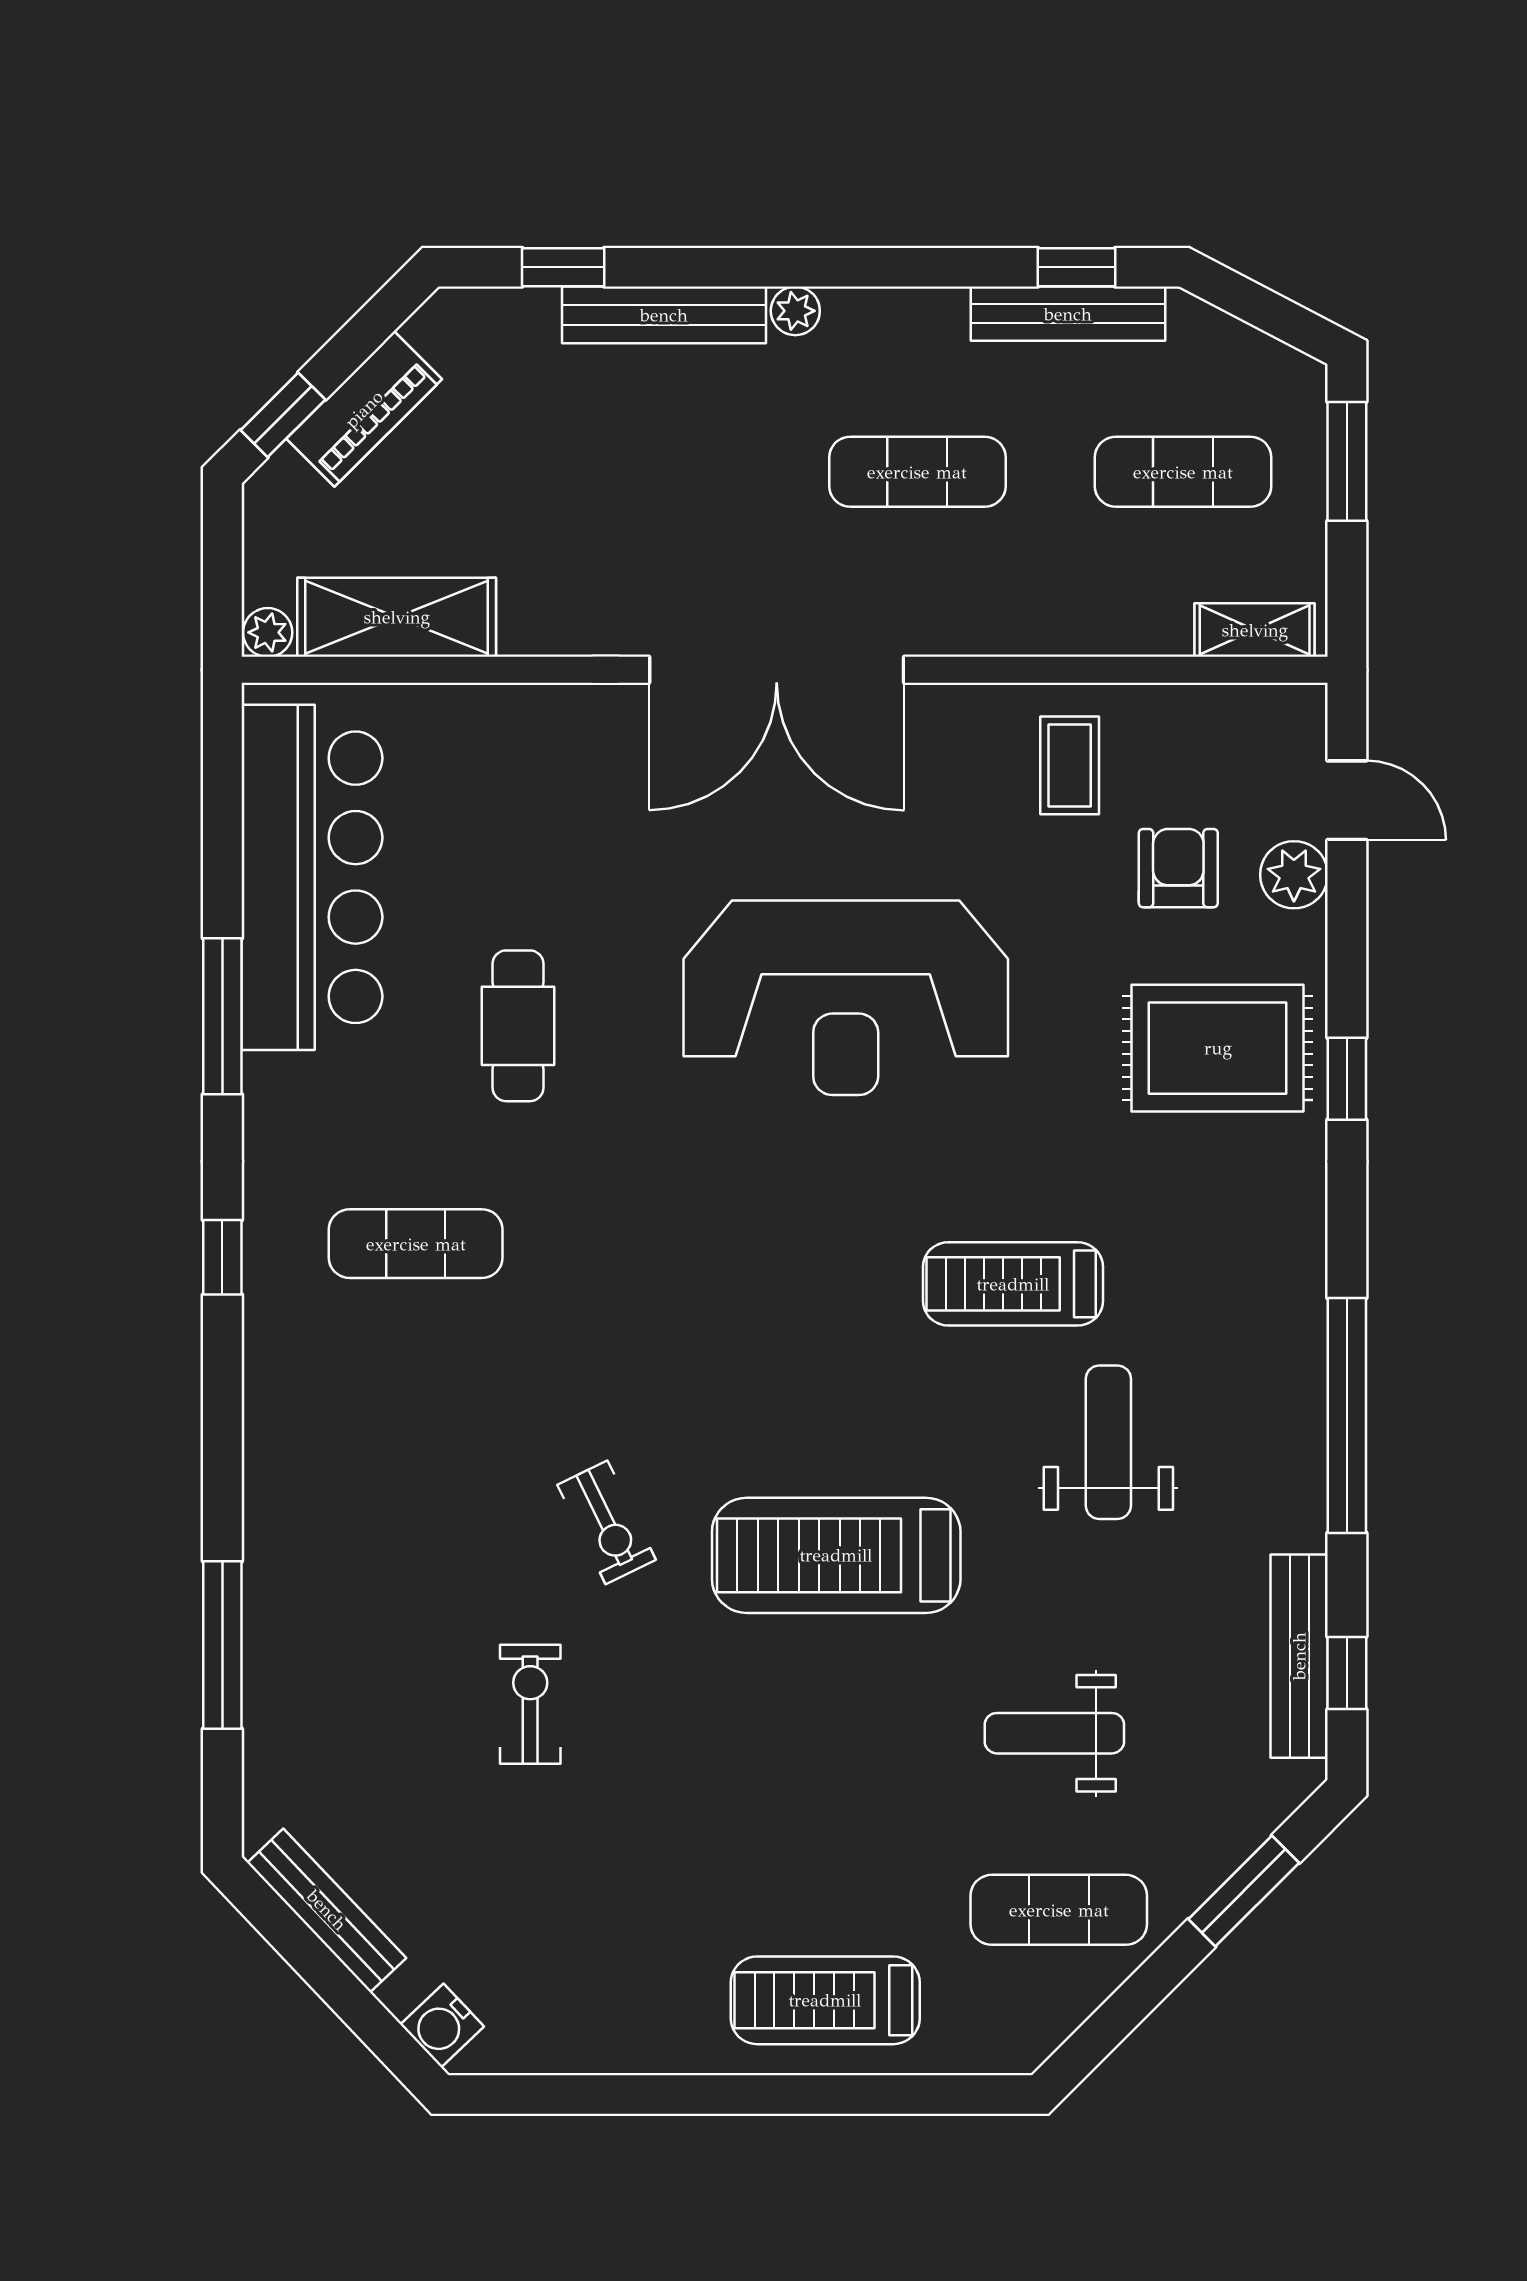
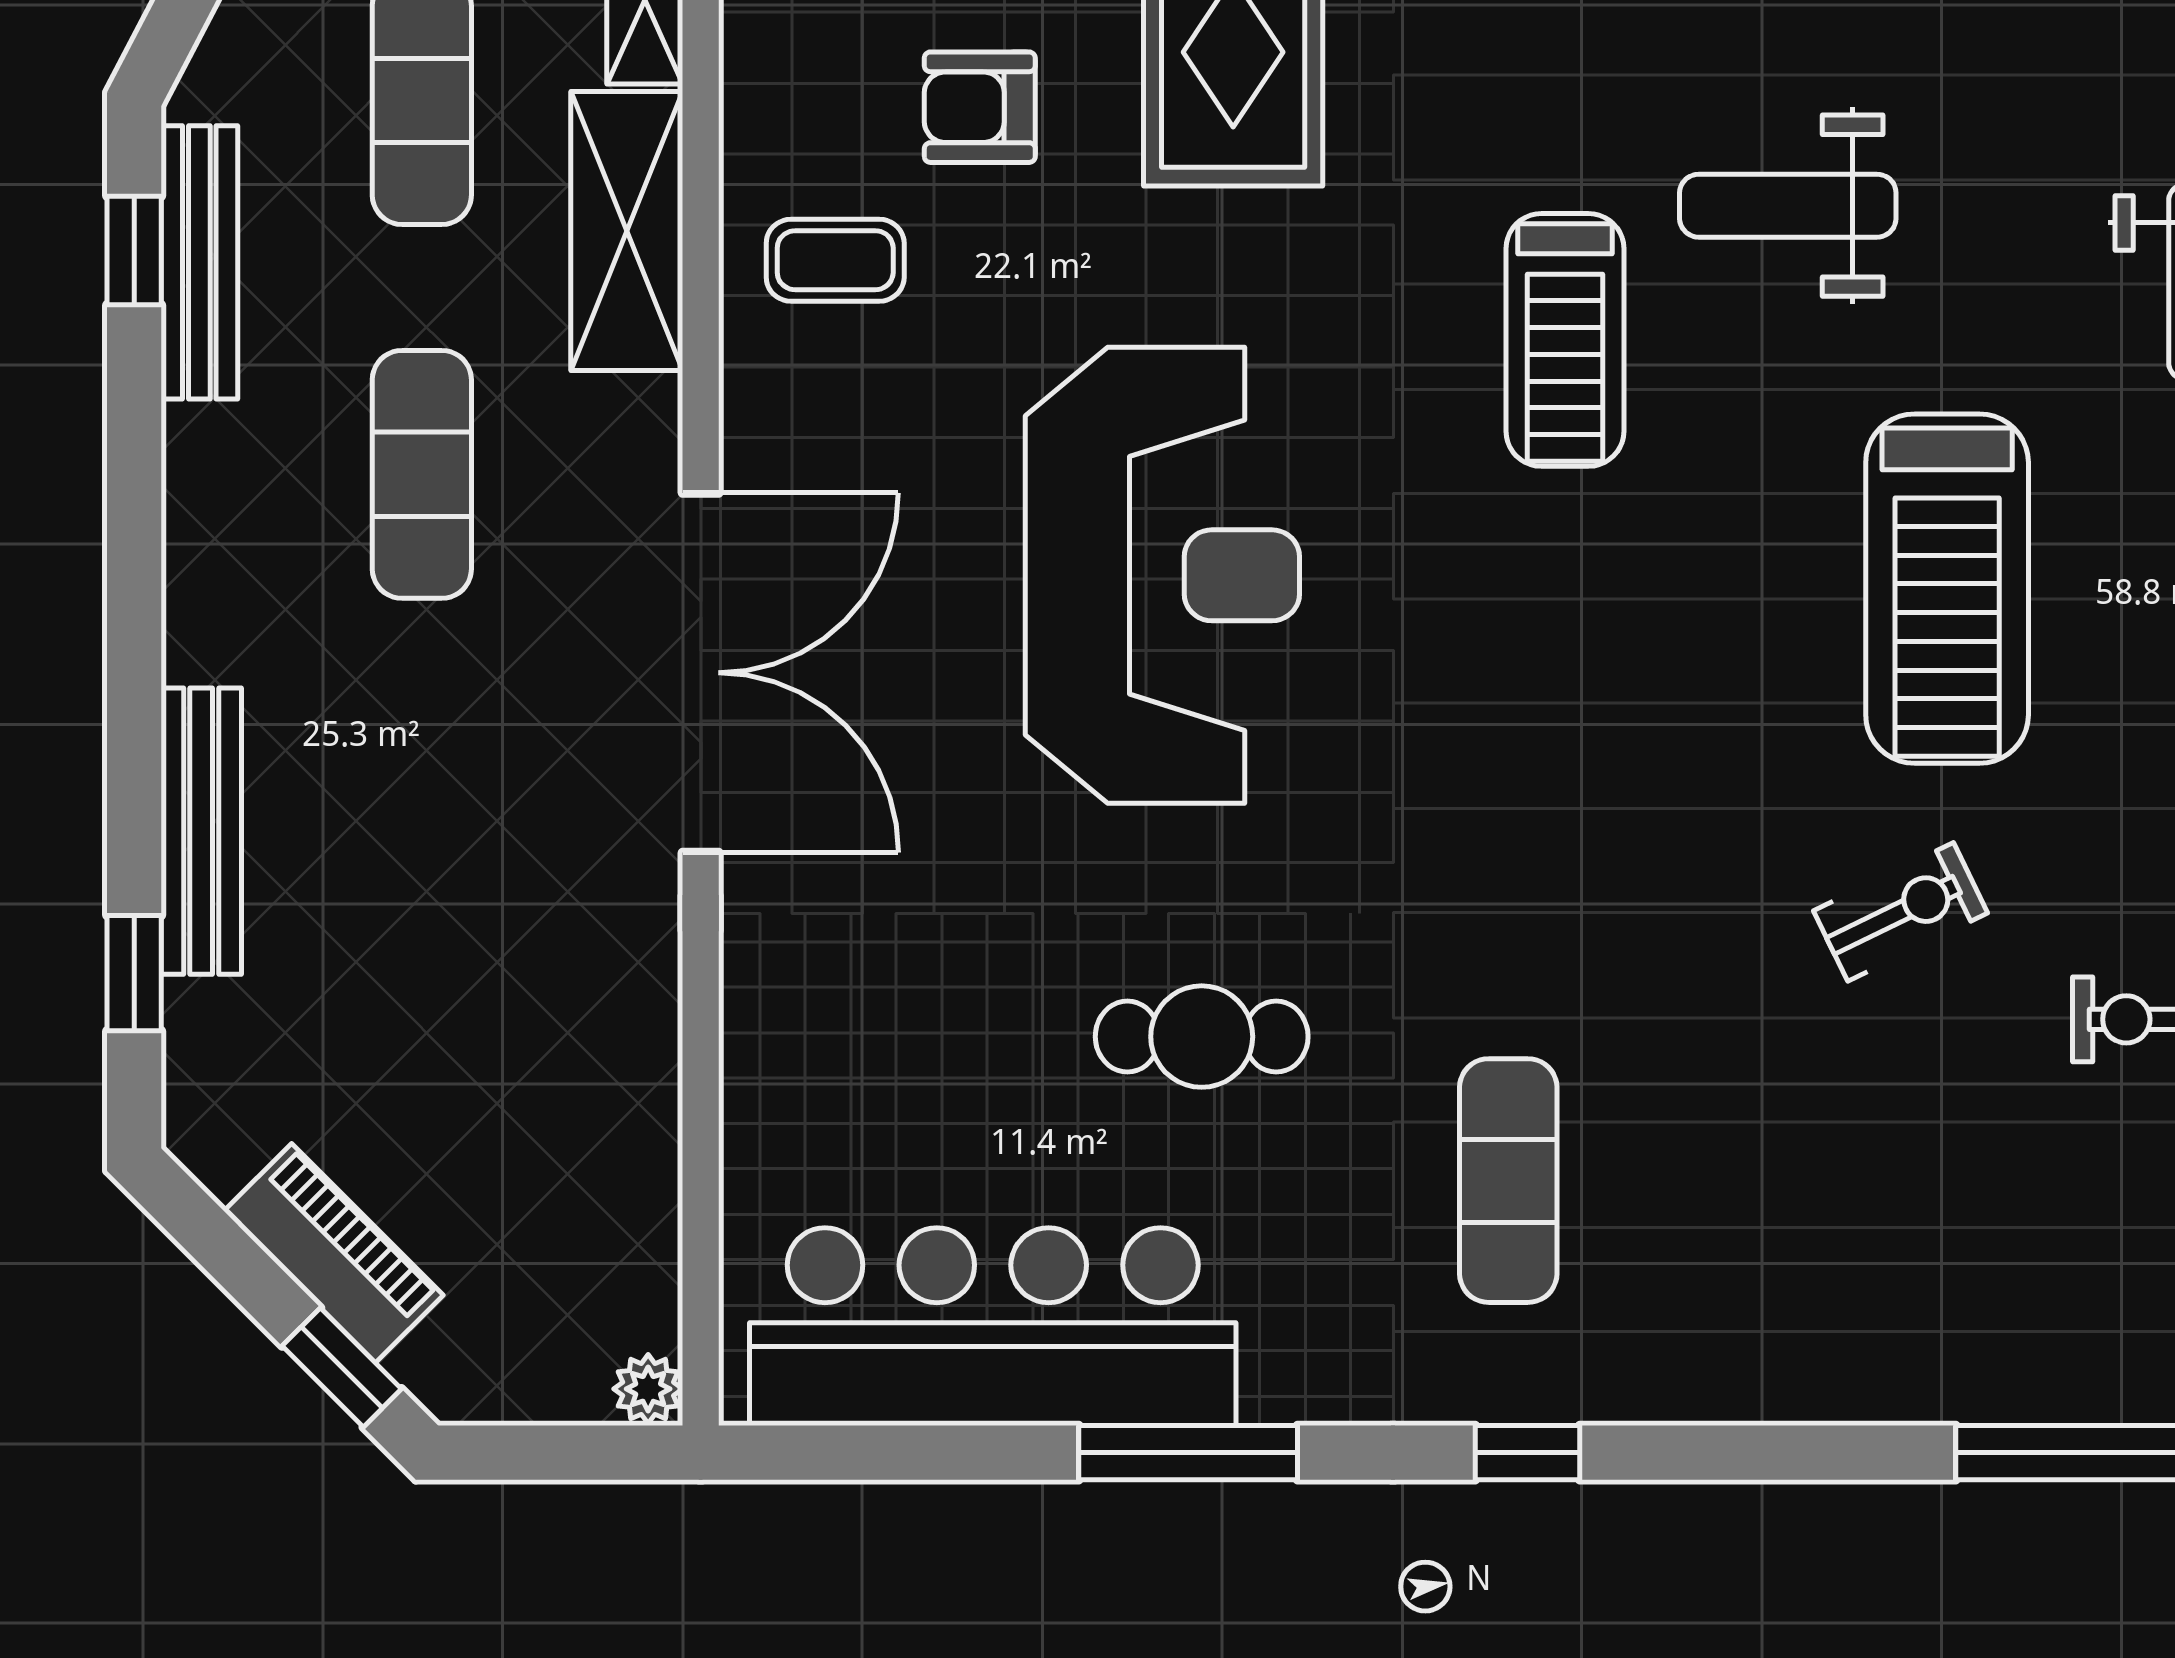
plant: (795, 311) -> (195, 646), removed
shelving: (397, 617) -> (627, 231), moved

